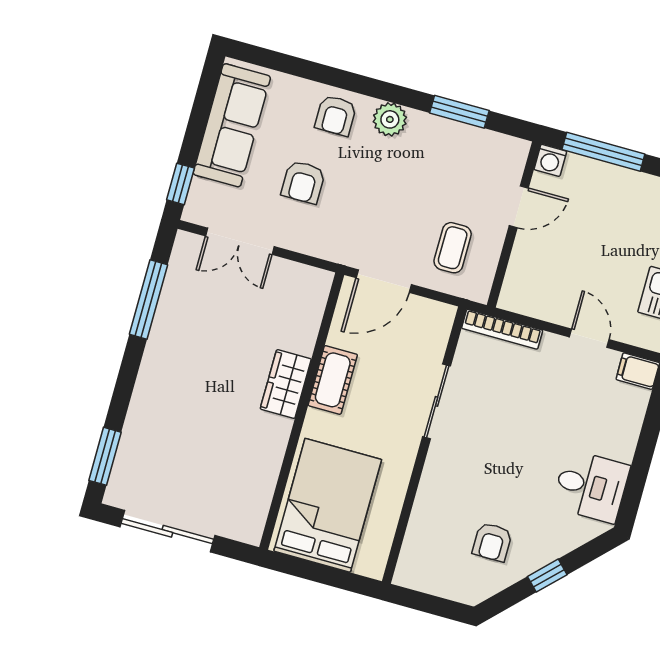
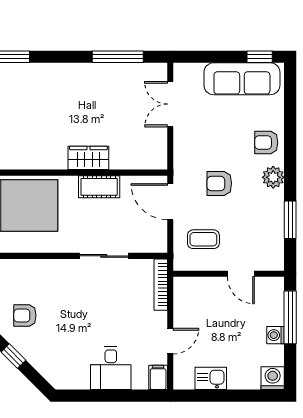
washing machine: (550, 160) -> (276, 335), moved
armchair: (303, 182) -> (219, 183), moved
window: (181, 184) -> (260, 57), moved
desk: (591, 486) -> (111, 368), moved

